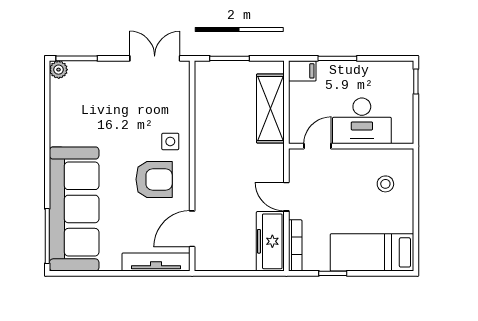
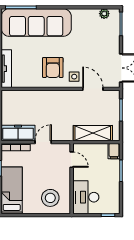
plant: (59, 70) -> (104, 14), moved
desk: (362, 121) -> (86, 197), moved
stool: (385, 184) -> (50, 198), width x1.89, depth x1.89
door: (192, 229) -> (93, 89), moved

